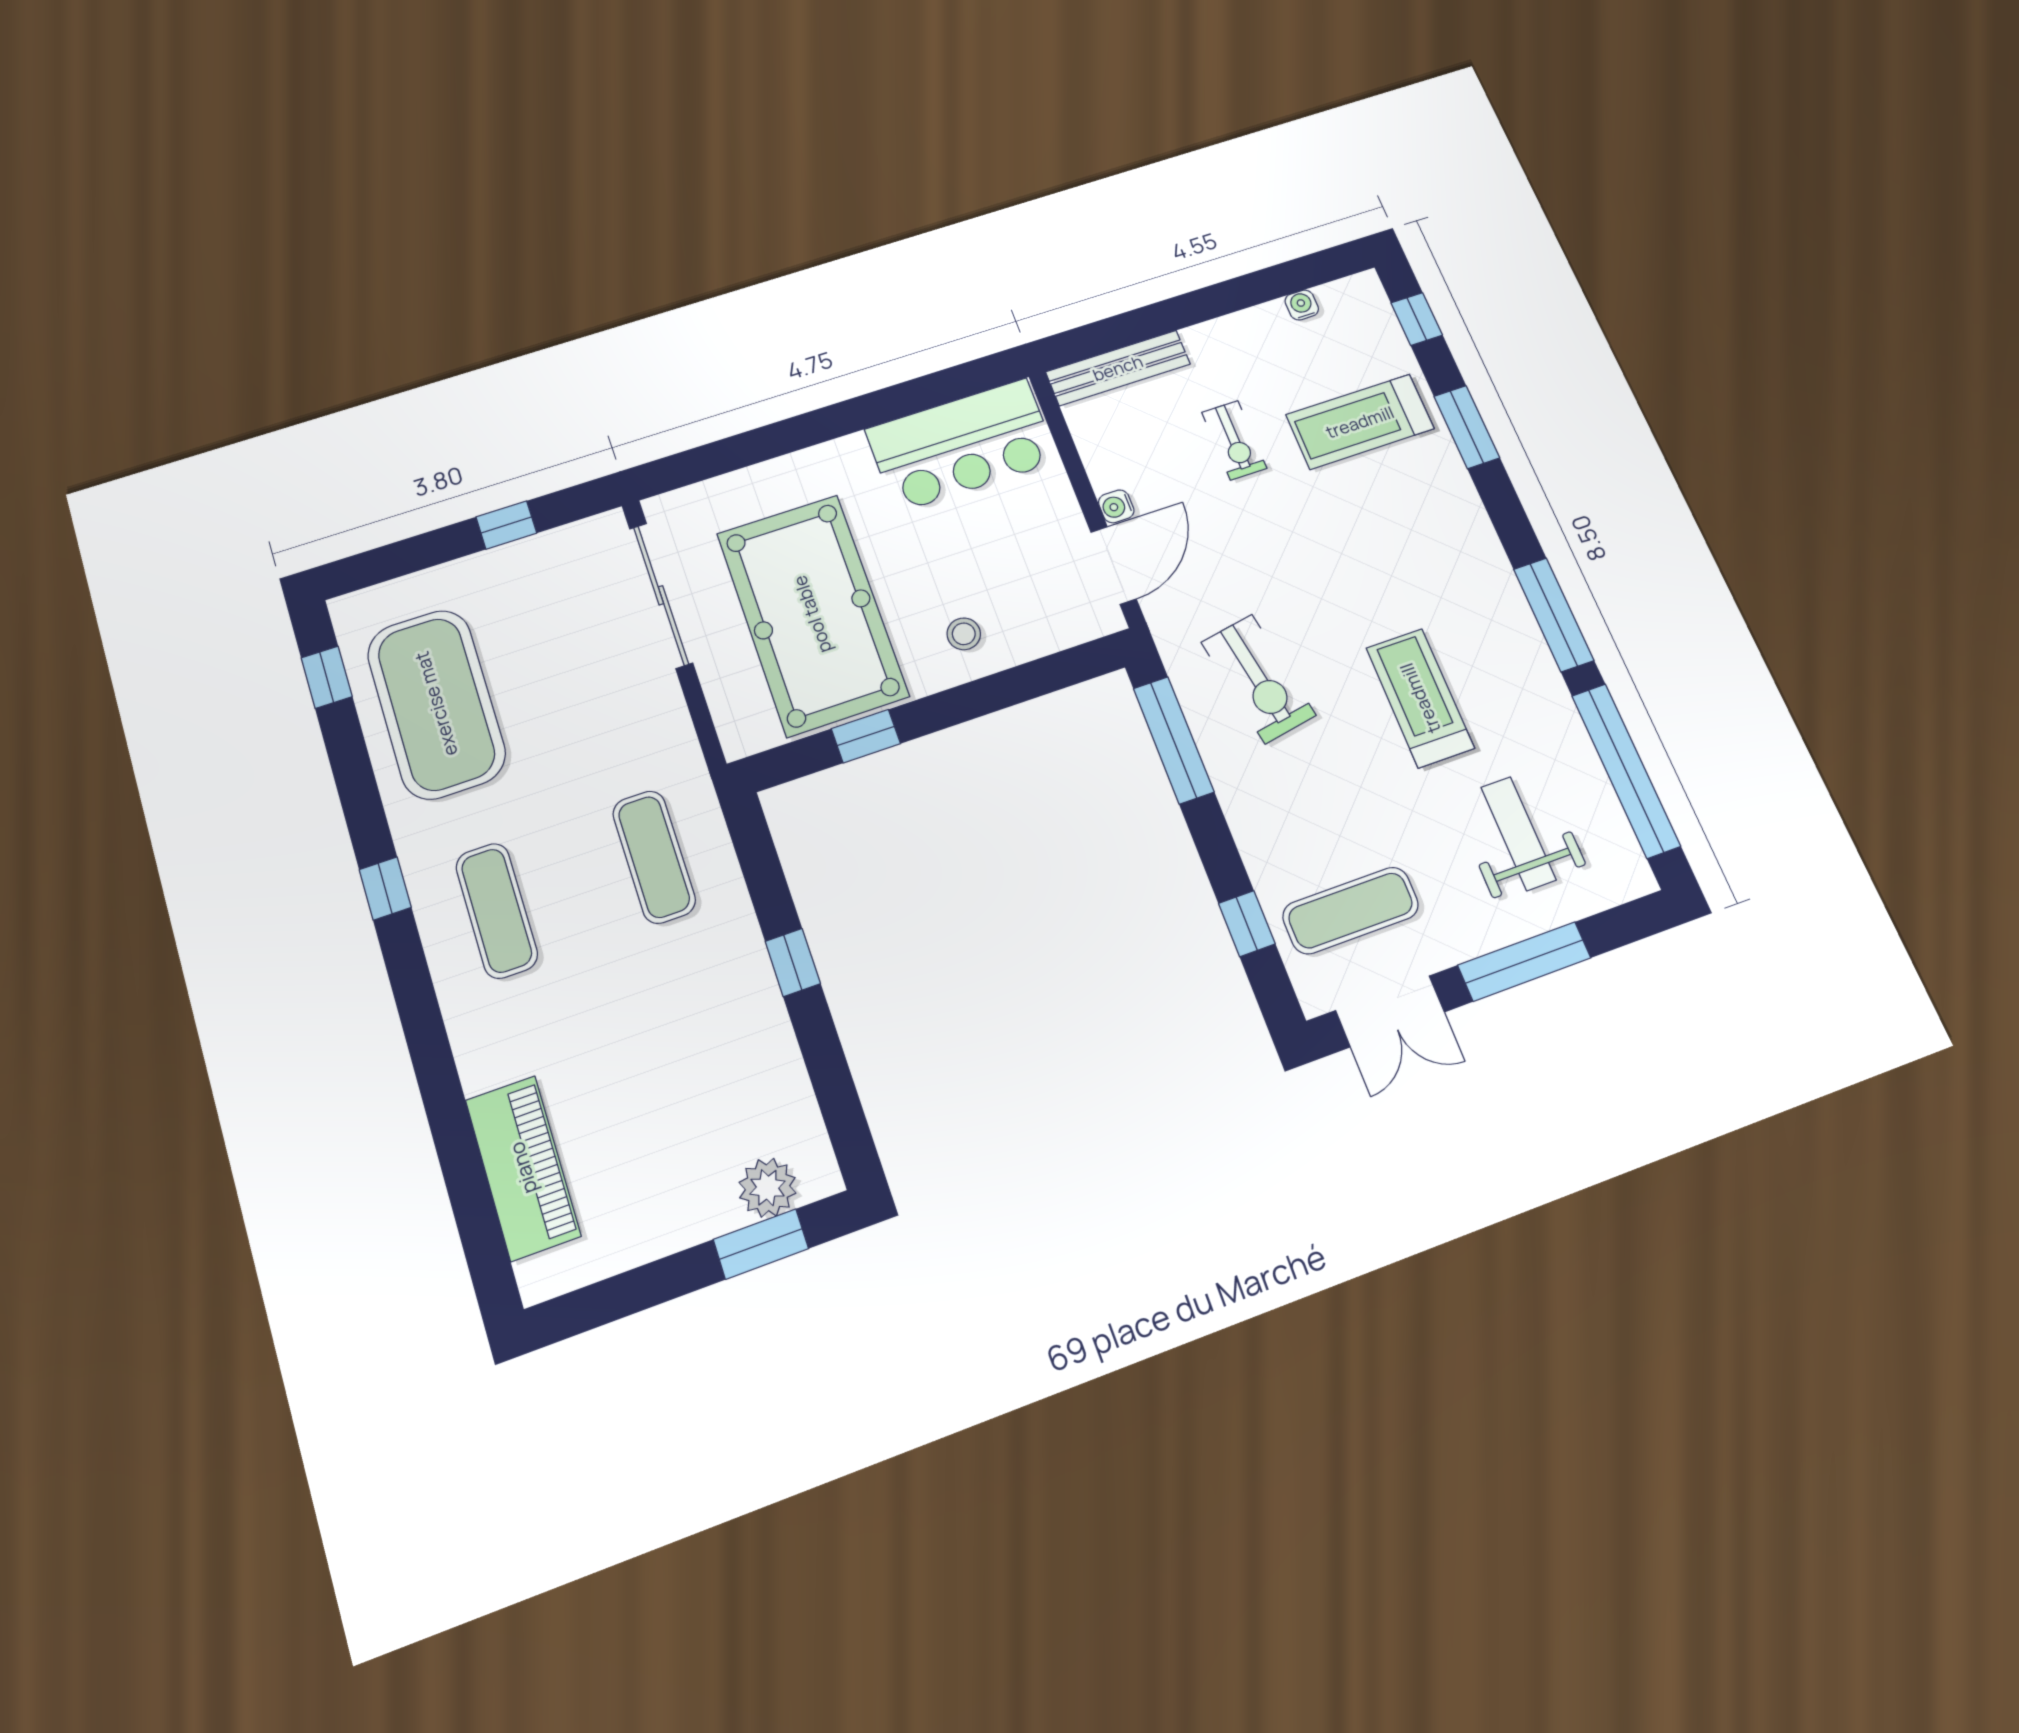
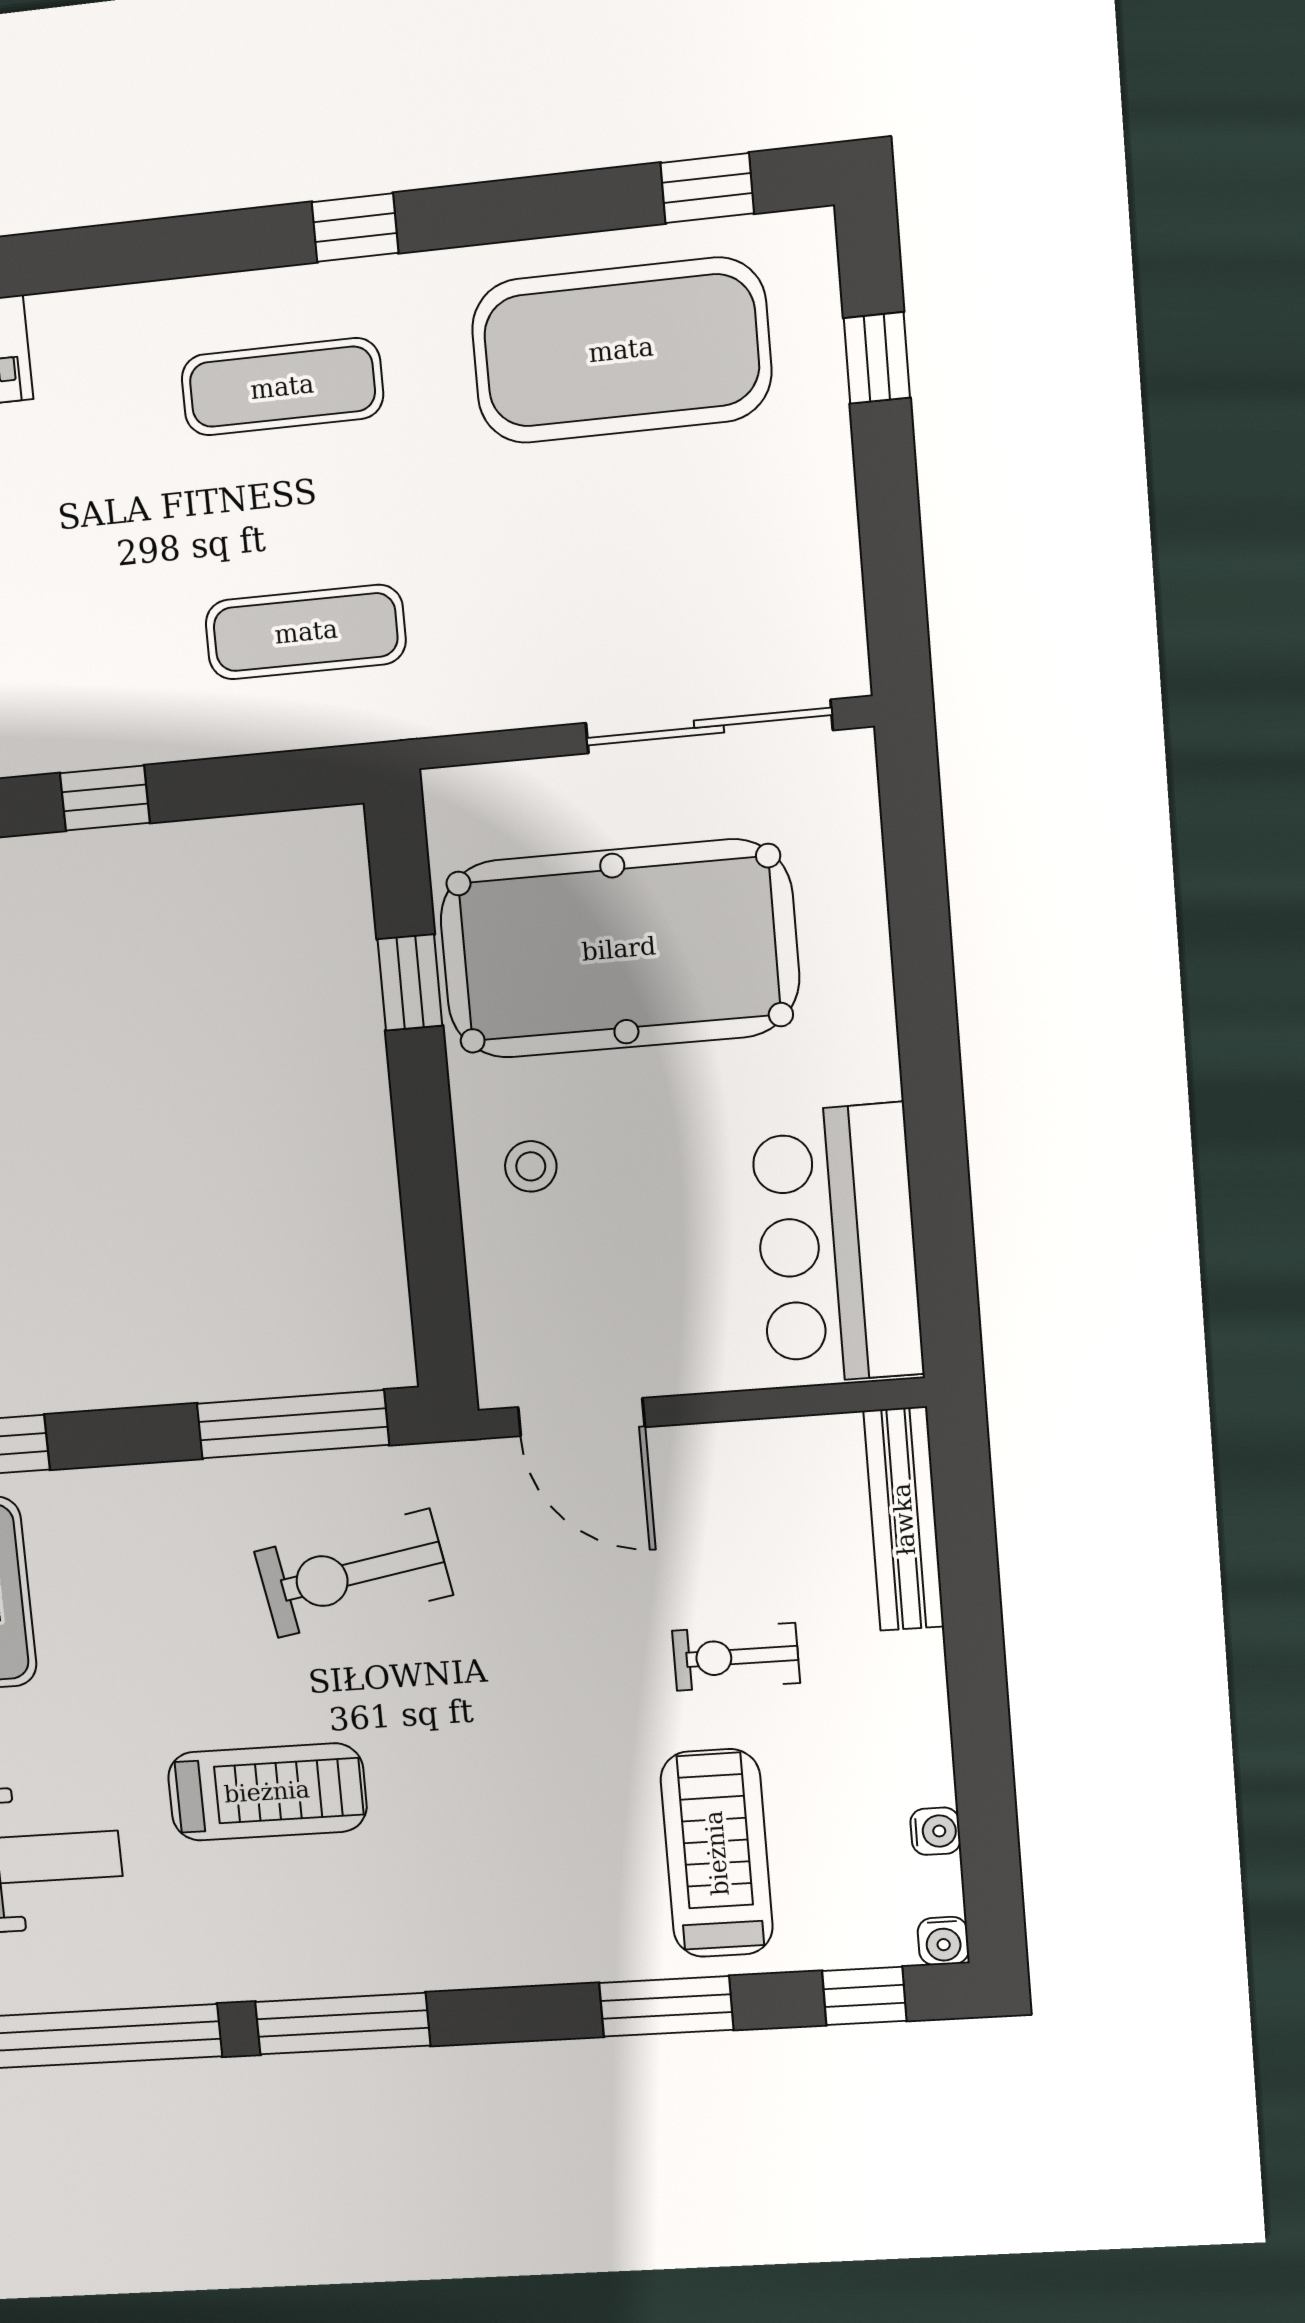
water cooler: (1116, 506) -> (943, 1941), moved, turned 180
window: (506, 525) -> (877, 358), moved

